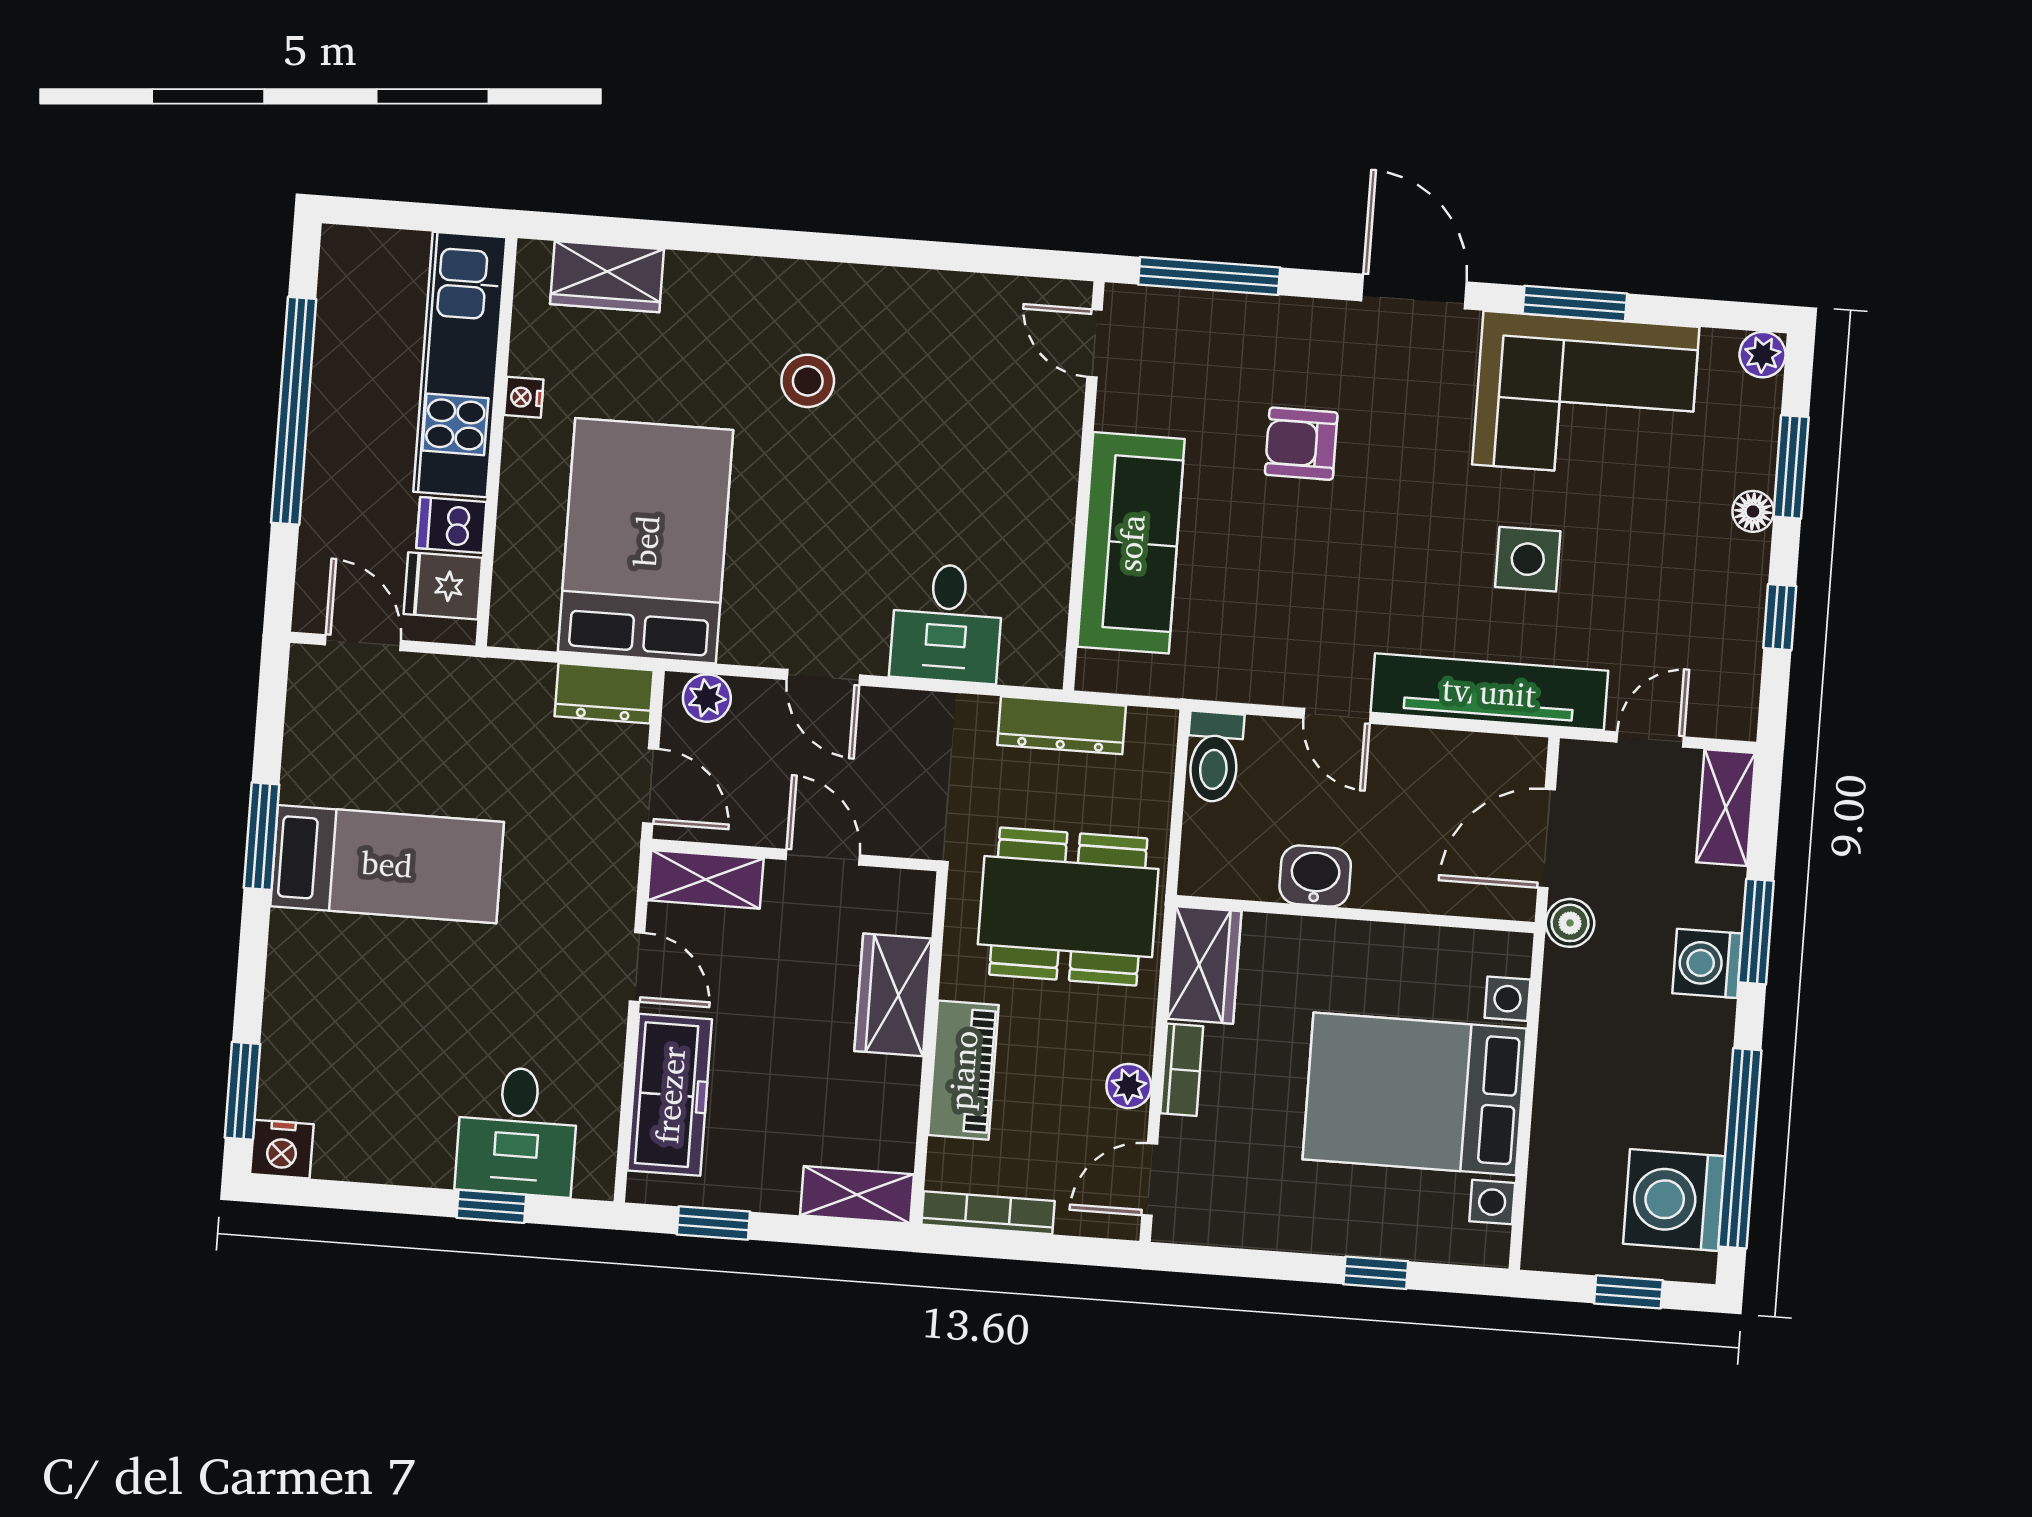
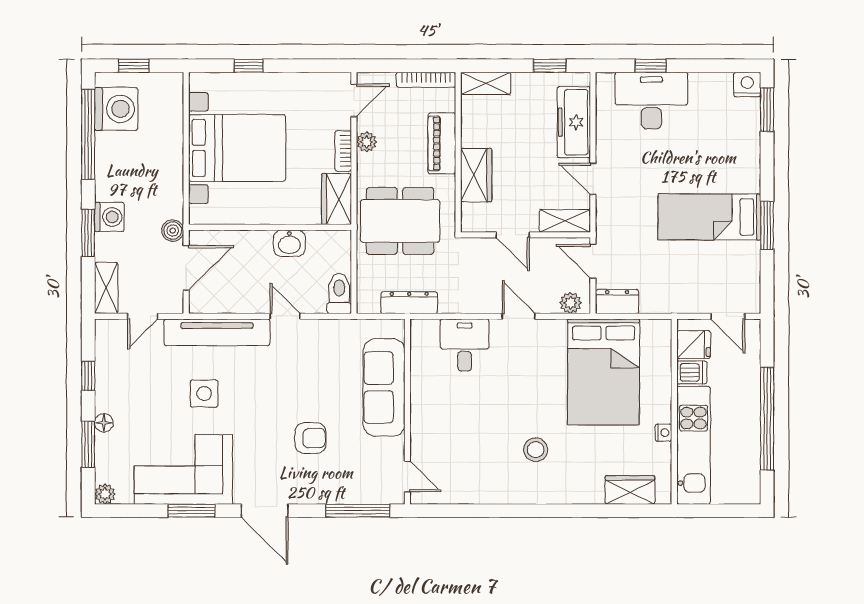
desk: (517, 1131) -> (651, 101), width x1.37

